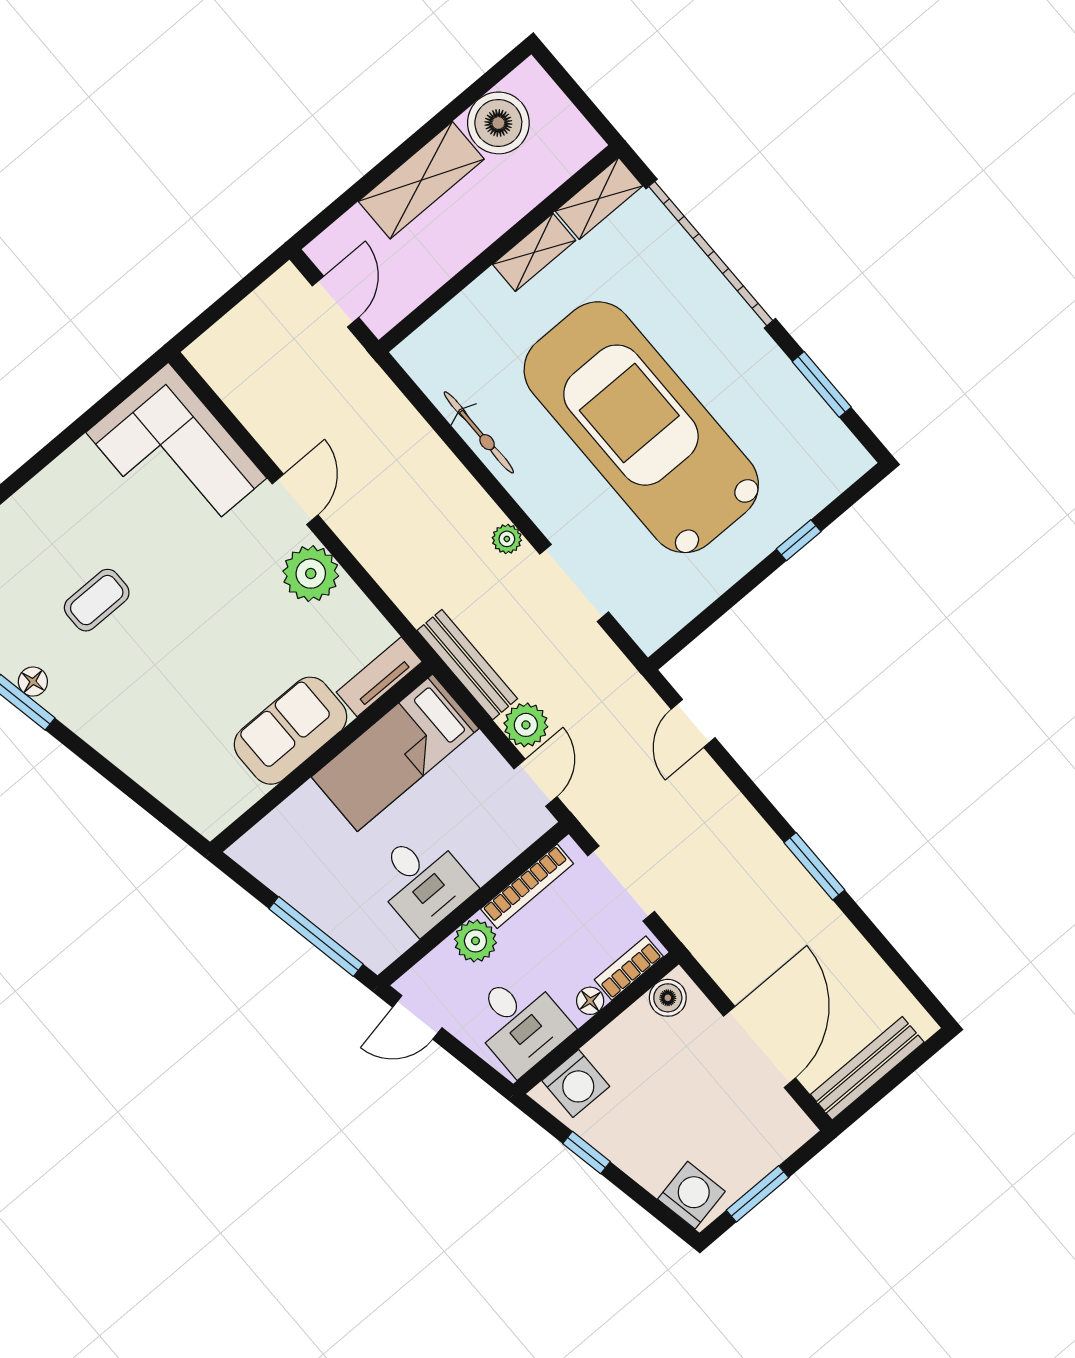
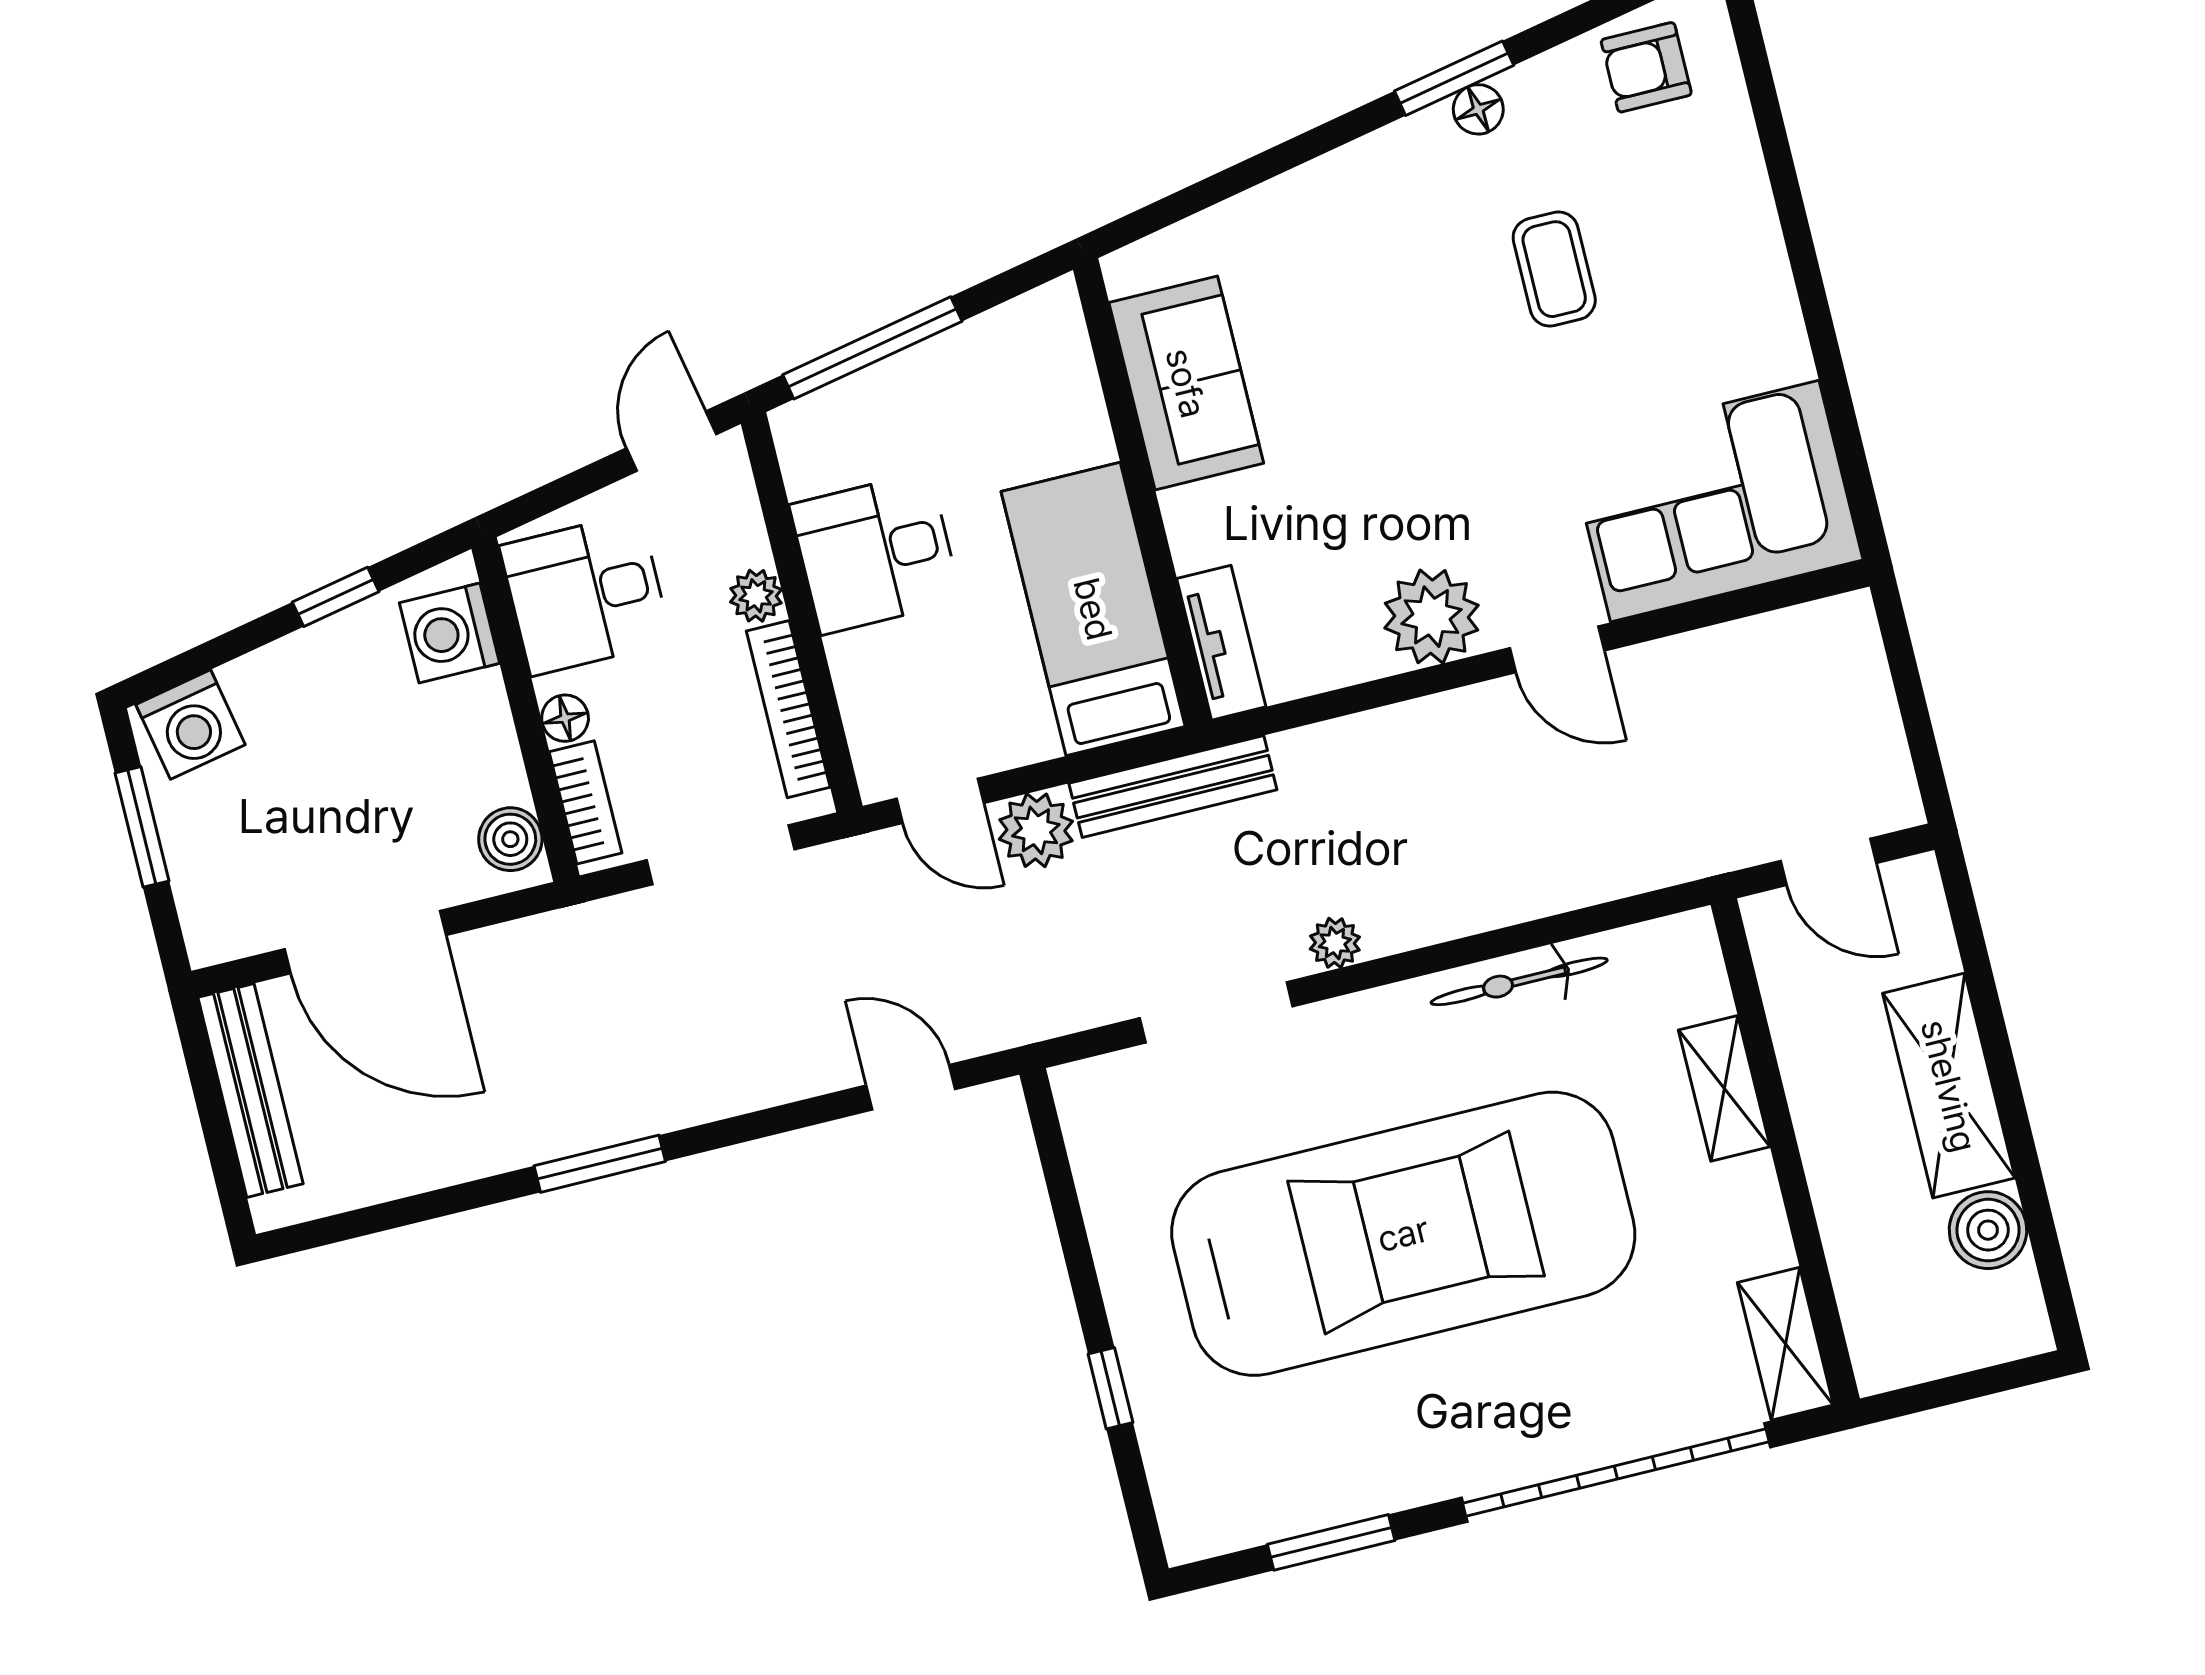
boiler: (498, 123) -> (1988, 1230), width x0.73, depth x0.73
shelving: (534, 252) -> (1724, 1088), moved
sofa: (291, 731) -> (1186, 383), moved
plant: (475, 941) -> (756, 596), width x0.73, depth x0.73

